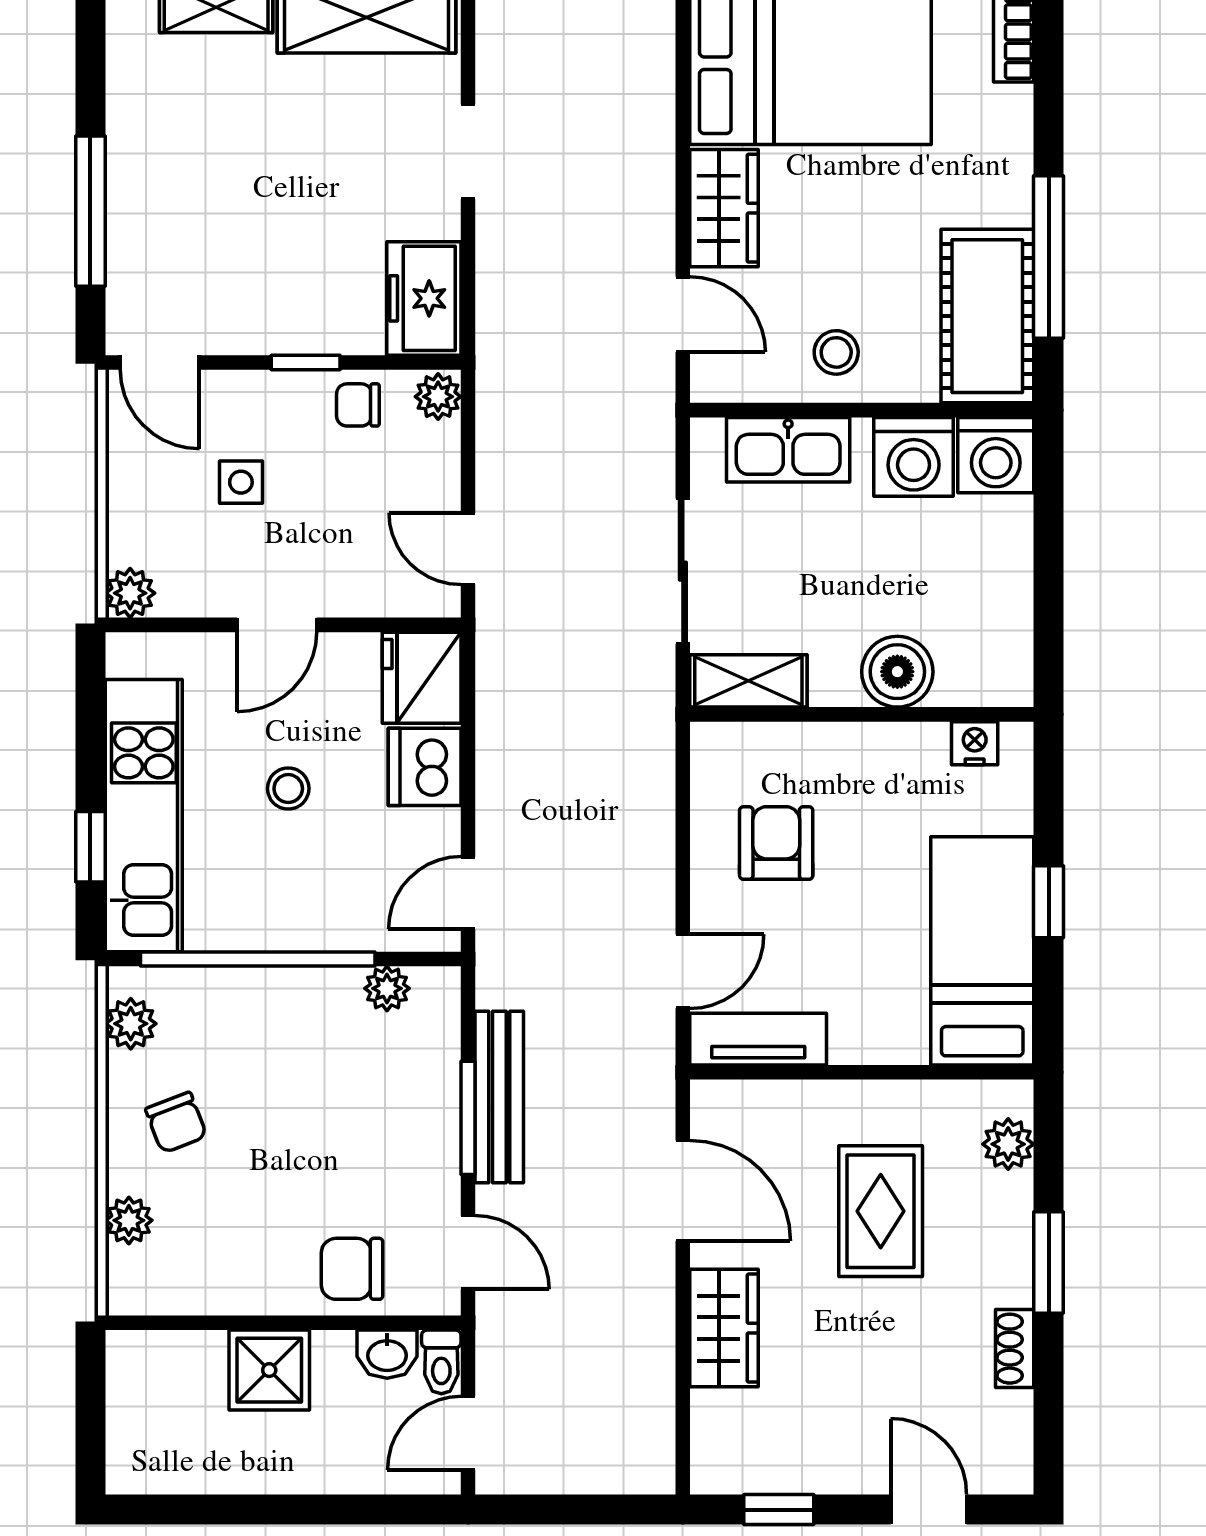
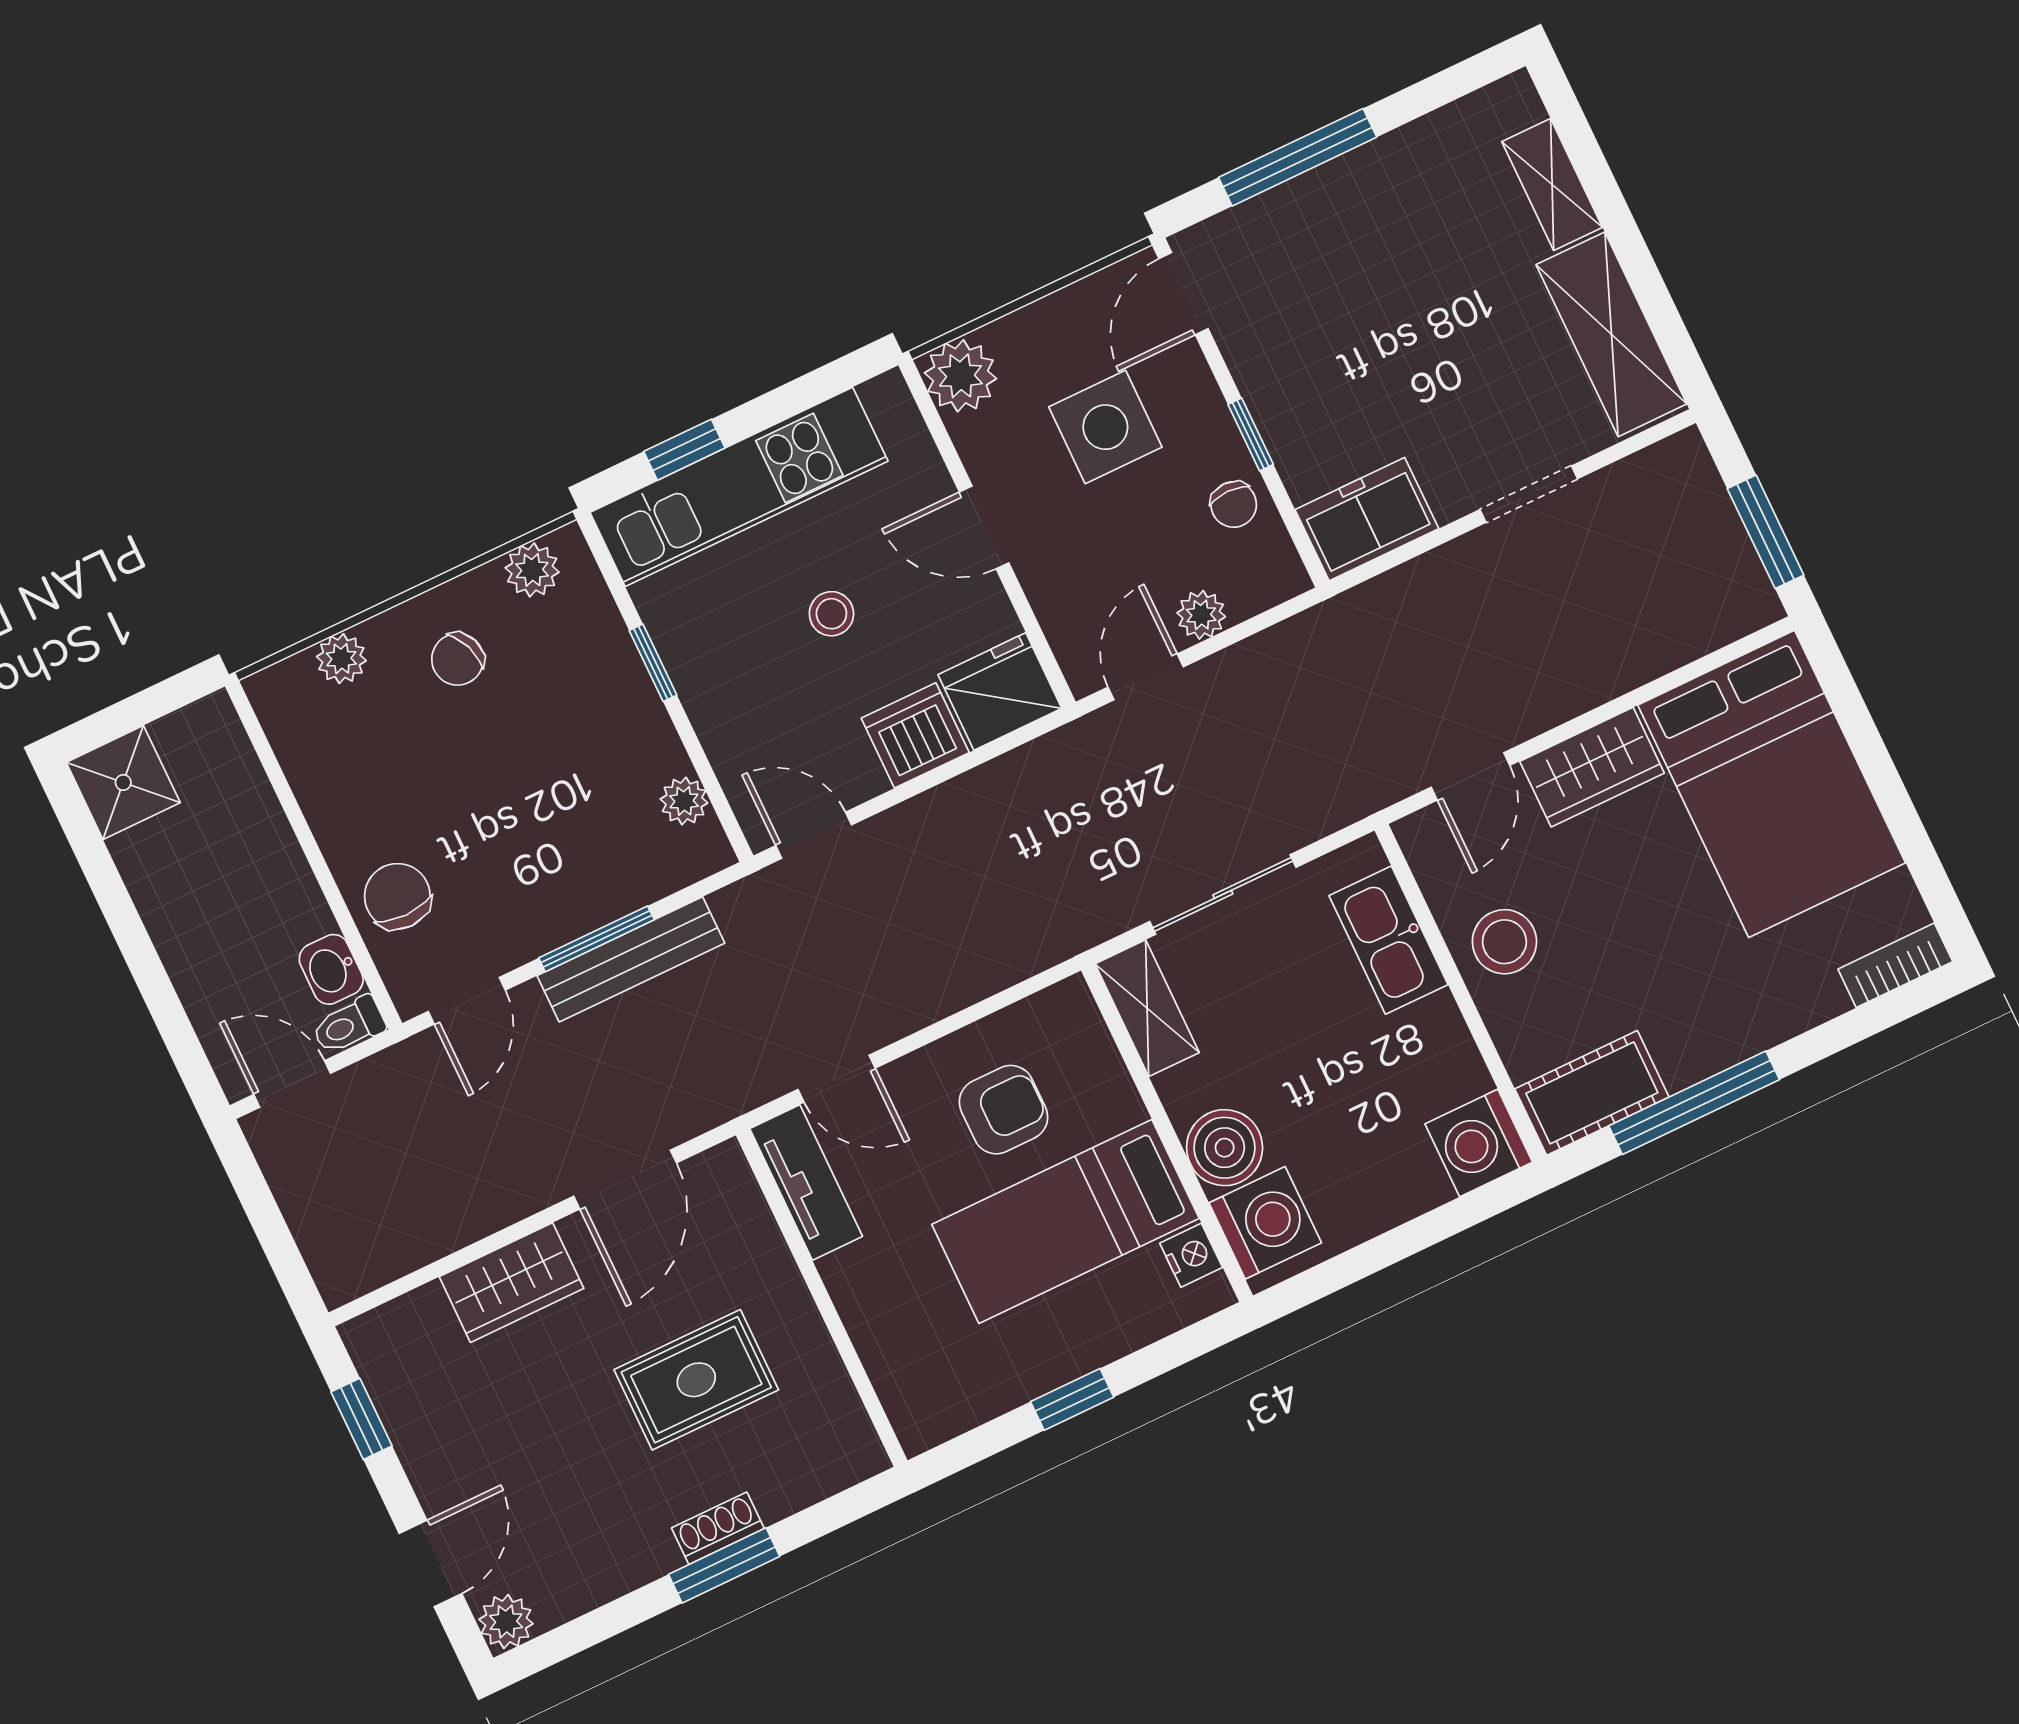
cot: (987, 316) -> (1592, 1093), width x0.73, depth x0.75
stool: (836, 352) -> (1504, 942), width x1.37, depth x1.37
plant: (438, 397) -> (1201, 615), moved
chair: (358, 405) -> (1234, 504), turned 180
washing machine: (914, 457) -> (1265, 1223), moved, turned 180
side table: (241, 482) -> (1105, 427), width x1.87, depth x1.87
plant: (130, 593) -> (960, 376), width x1.38, depth x1.38
bed: (982, 951) -> (1065, 1221), moved, turned 180
window: (258, 959) -> (653, 663), width x0.32
plant: (1008, 1144) -> (506, 1622), moved
shoe rack: (1015, 1349) -> (718, 1528), moved
shower: (269, 1370) -> (123, 783), moved

